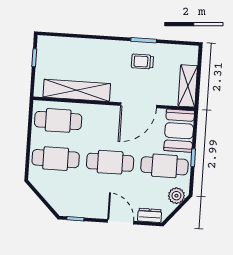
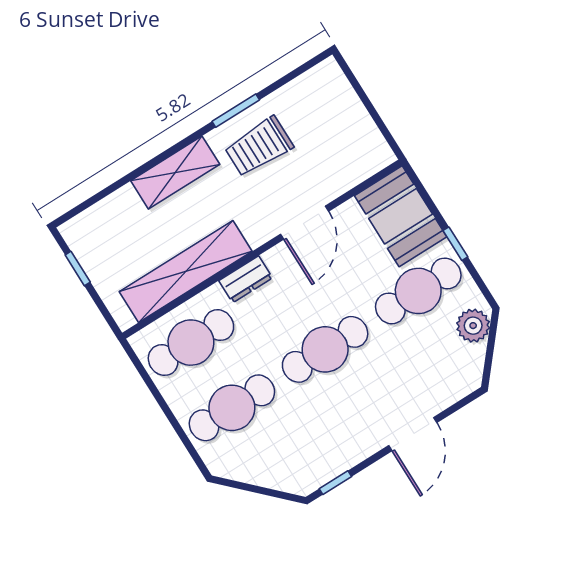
trolley: (142, 62) -> (259, 147), width x1.36, depth x1.39
shelving: (188, 86) -> (175, 173), moved, turned 90
door: (139, 105) -> (304, 223), width x0.73
dresser: (150, 215) -> (246, 279), moved, turned 180
door: (121, 222) -> (413, 434), swing flipped

